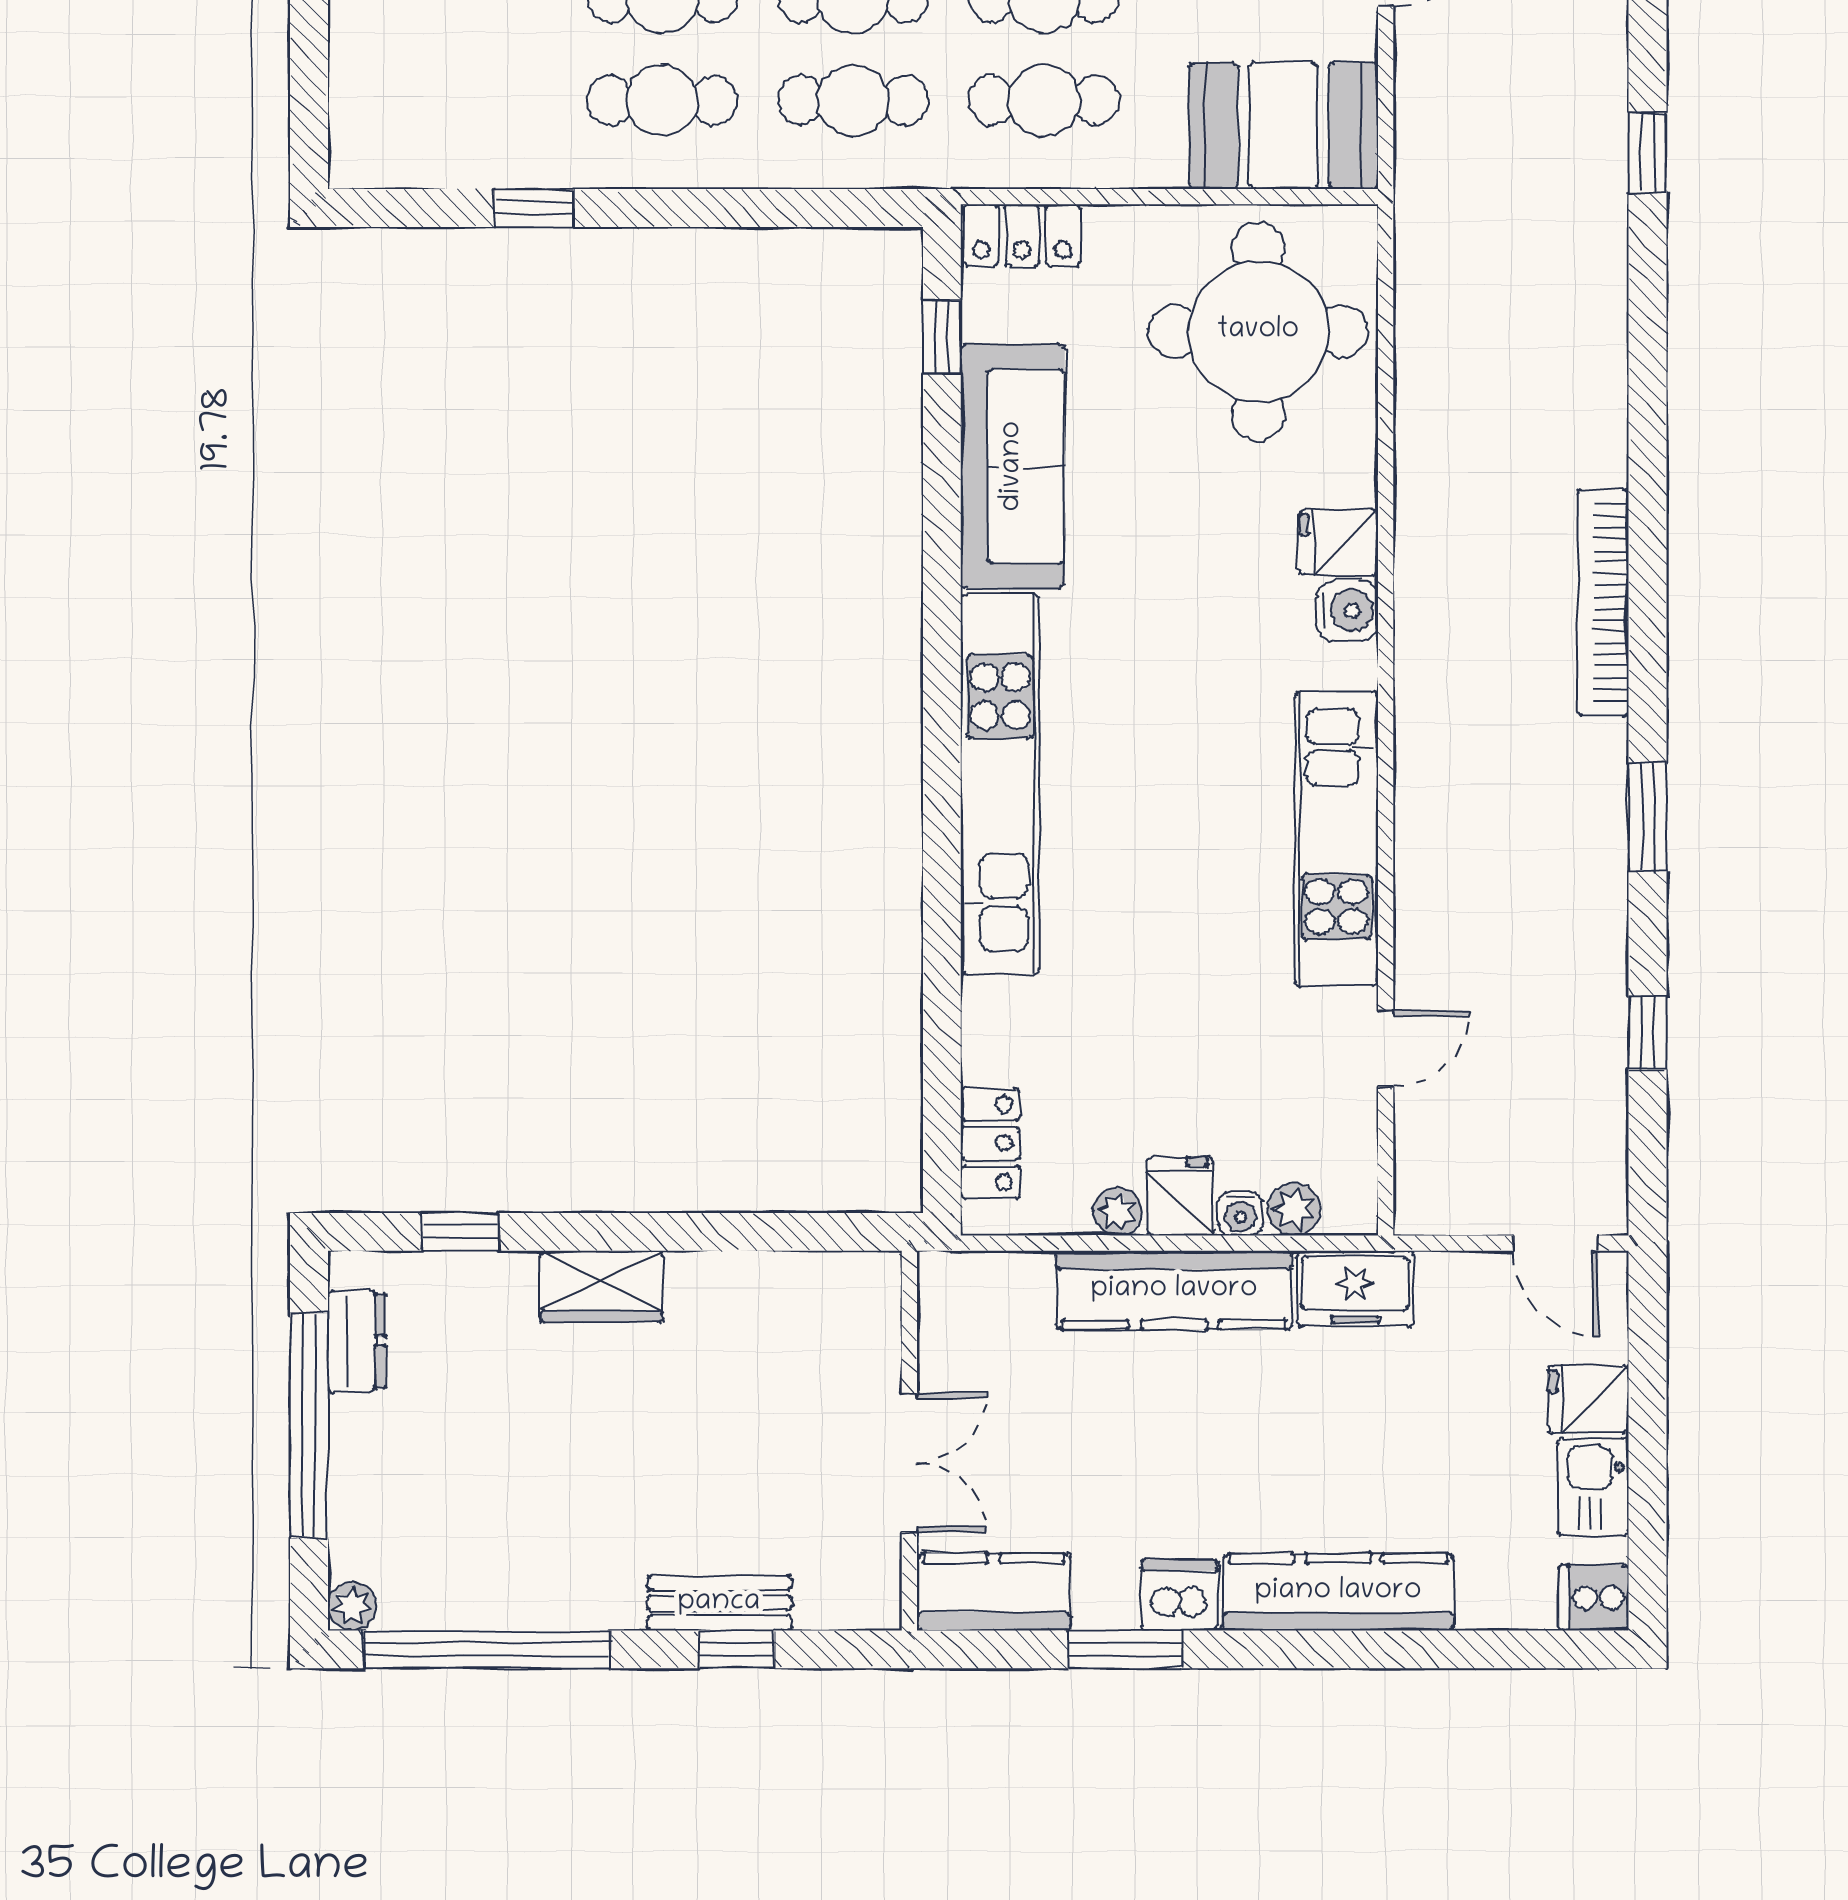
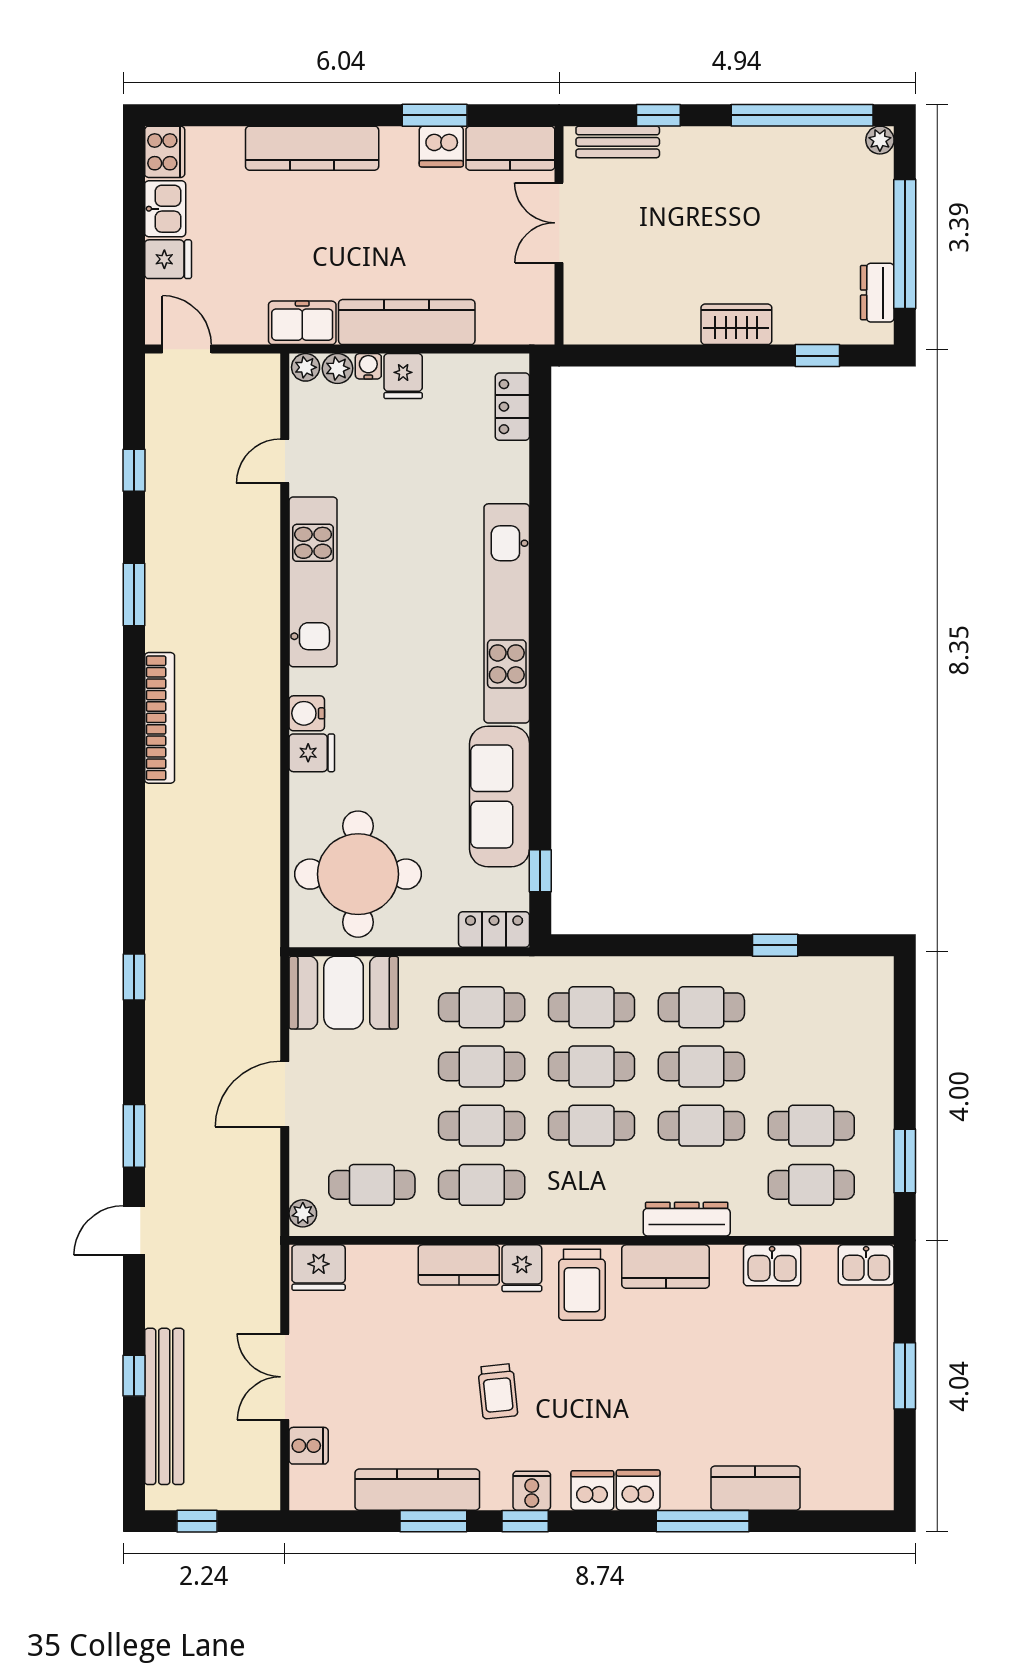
plant: (1118, 1212) -> (306, 367), moved
dishwasher: (1180, 1595) -> (441, 147), moved
cooker: (1594, 1598) -> (165, 152), width x1.36
bench: (719, 1603) -> (618, 142), moved

